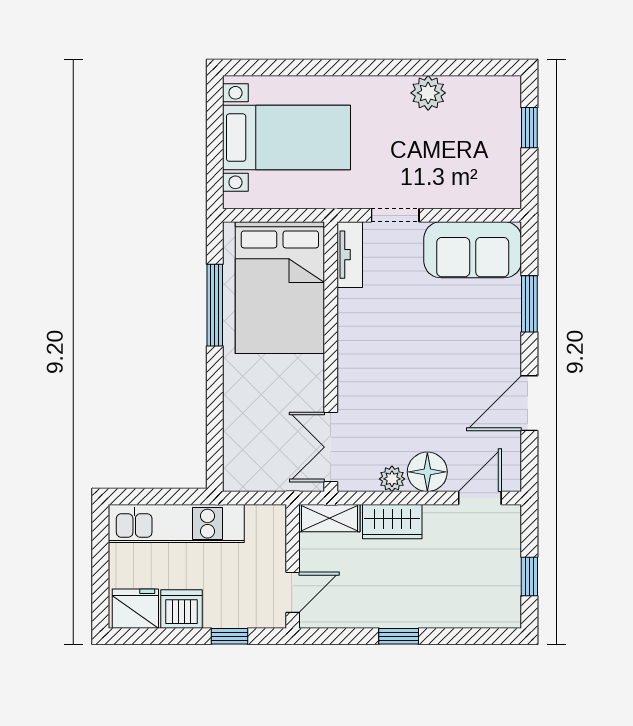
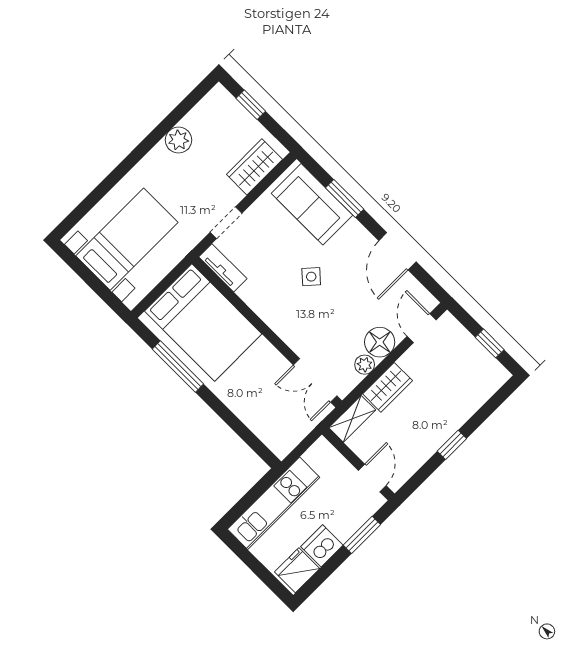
wardrobe: (474, 189) -> (254, 167), added
sofa: (473, 250) -> (312, 204), moved, turned 90
side table: (425, 346) -> (311, 277), added
window: (230, 636) -> (362, 535), width x1.50

